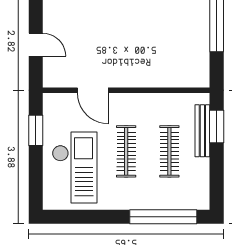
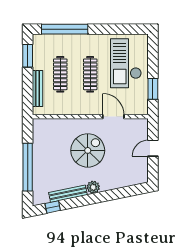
spiral stairs: (130, 41) -> (88, 150), added
door: (36, 45) -> (153, 148), hinge flipped
window: (217, 127) -> (28, 56), moved

